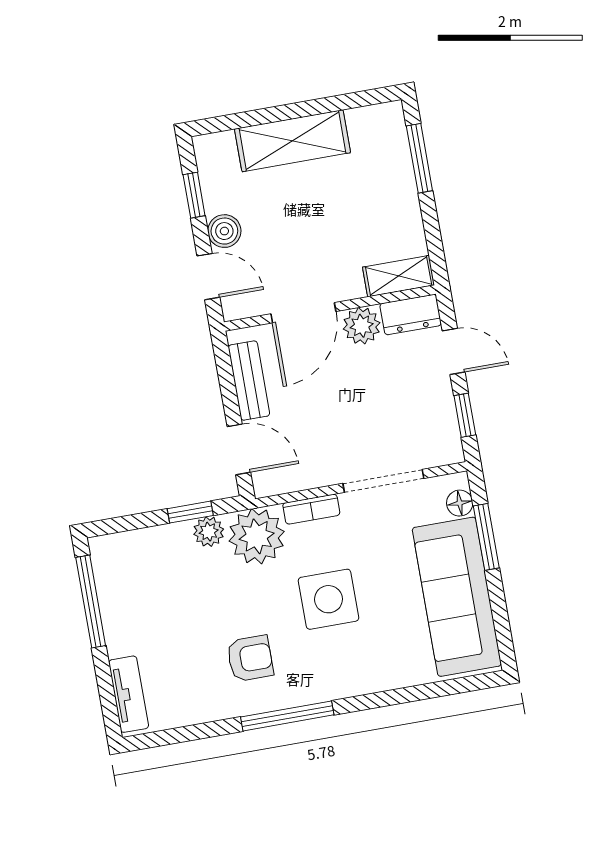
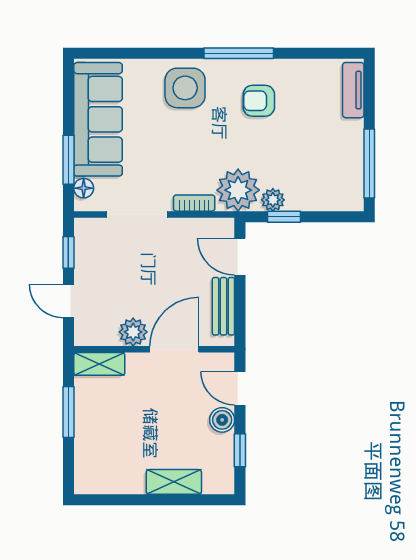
shelving: (292, 141) -> (174, 482), width x0.67, depth x0.75
window: (419, 158) -> (68, 412), moved
dresser: (411, 315) -> (95, 334), removed
side table: (328, 599) -> (185, 88), moved

